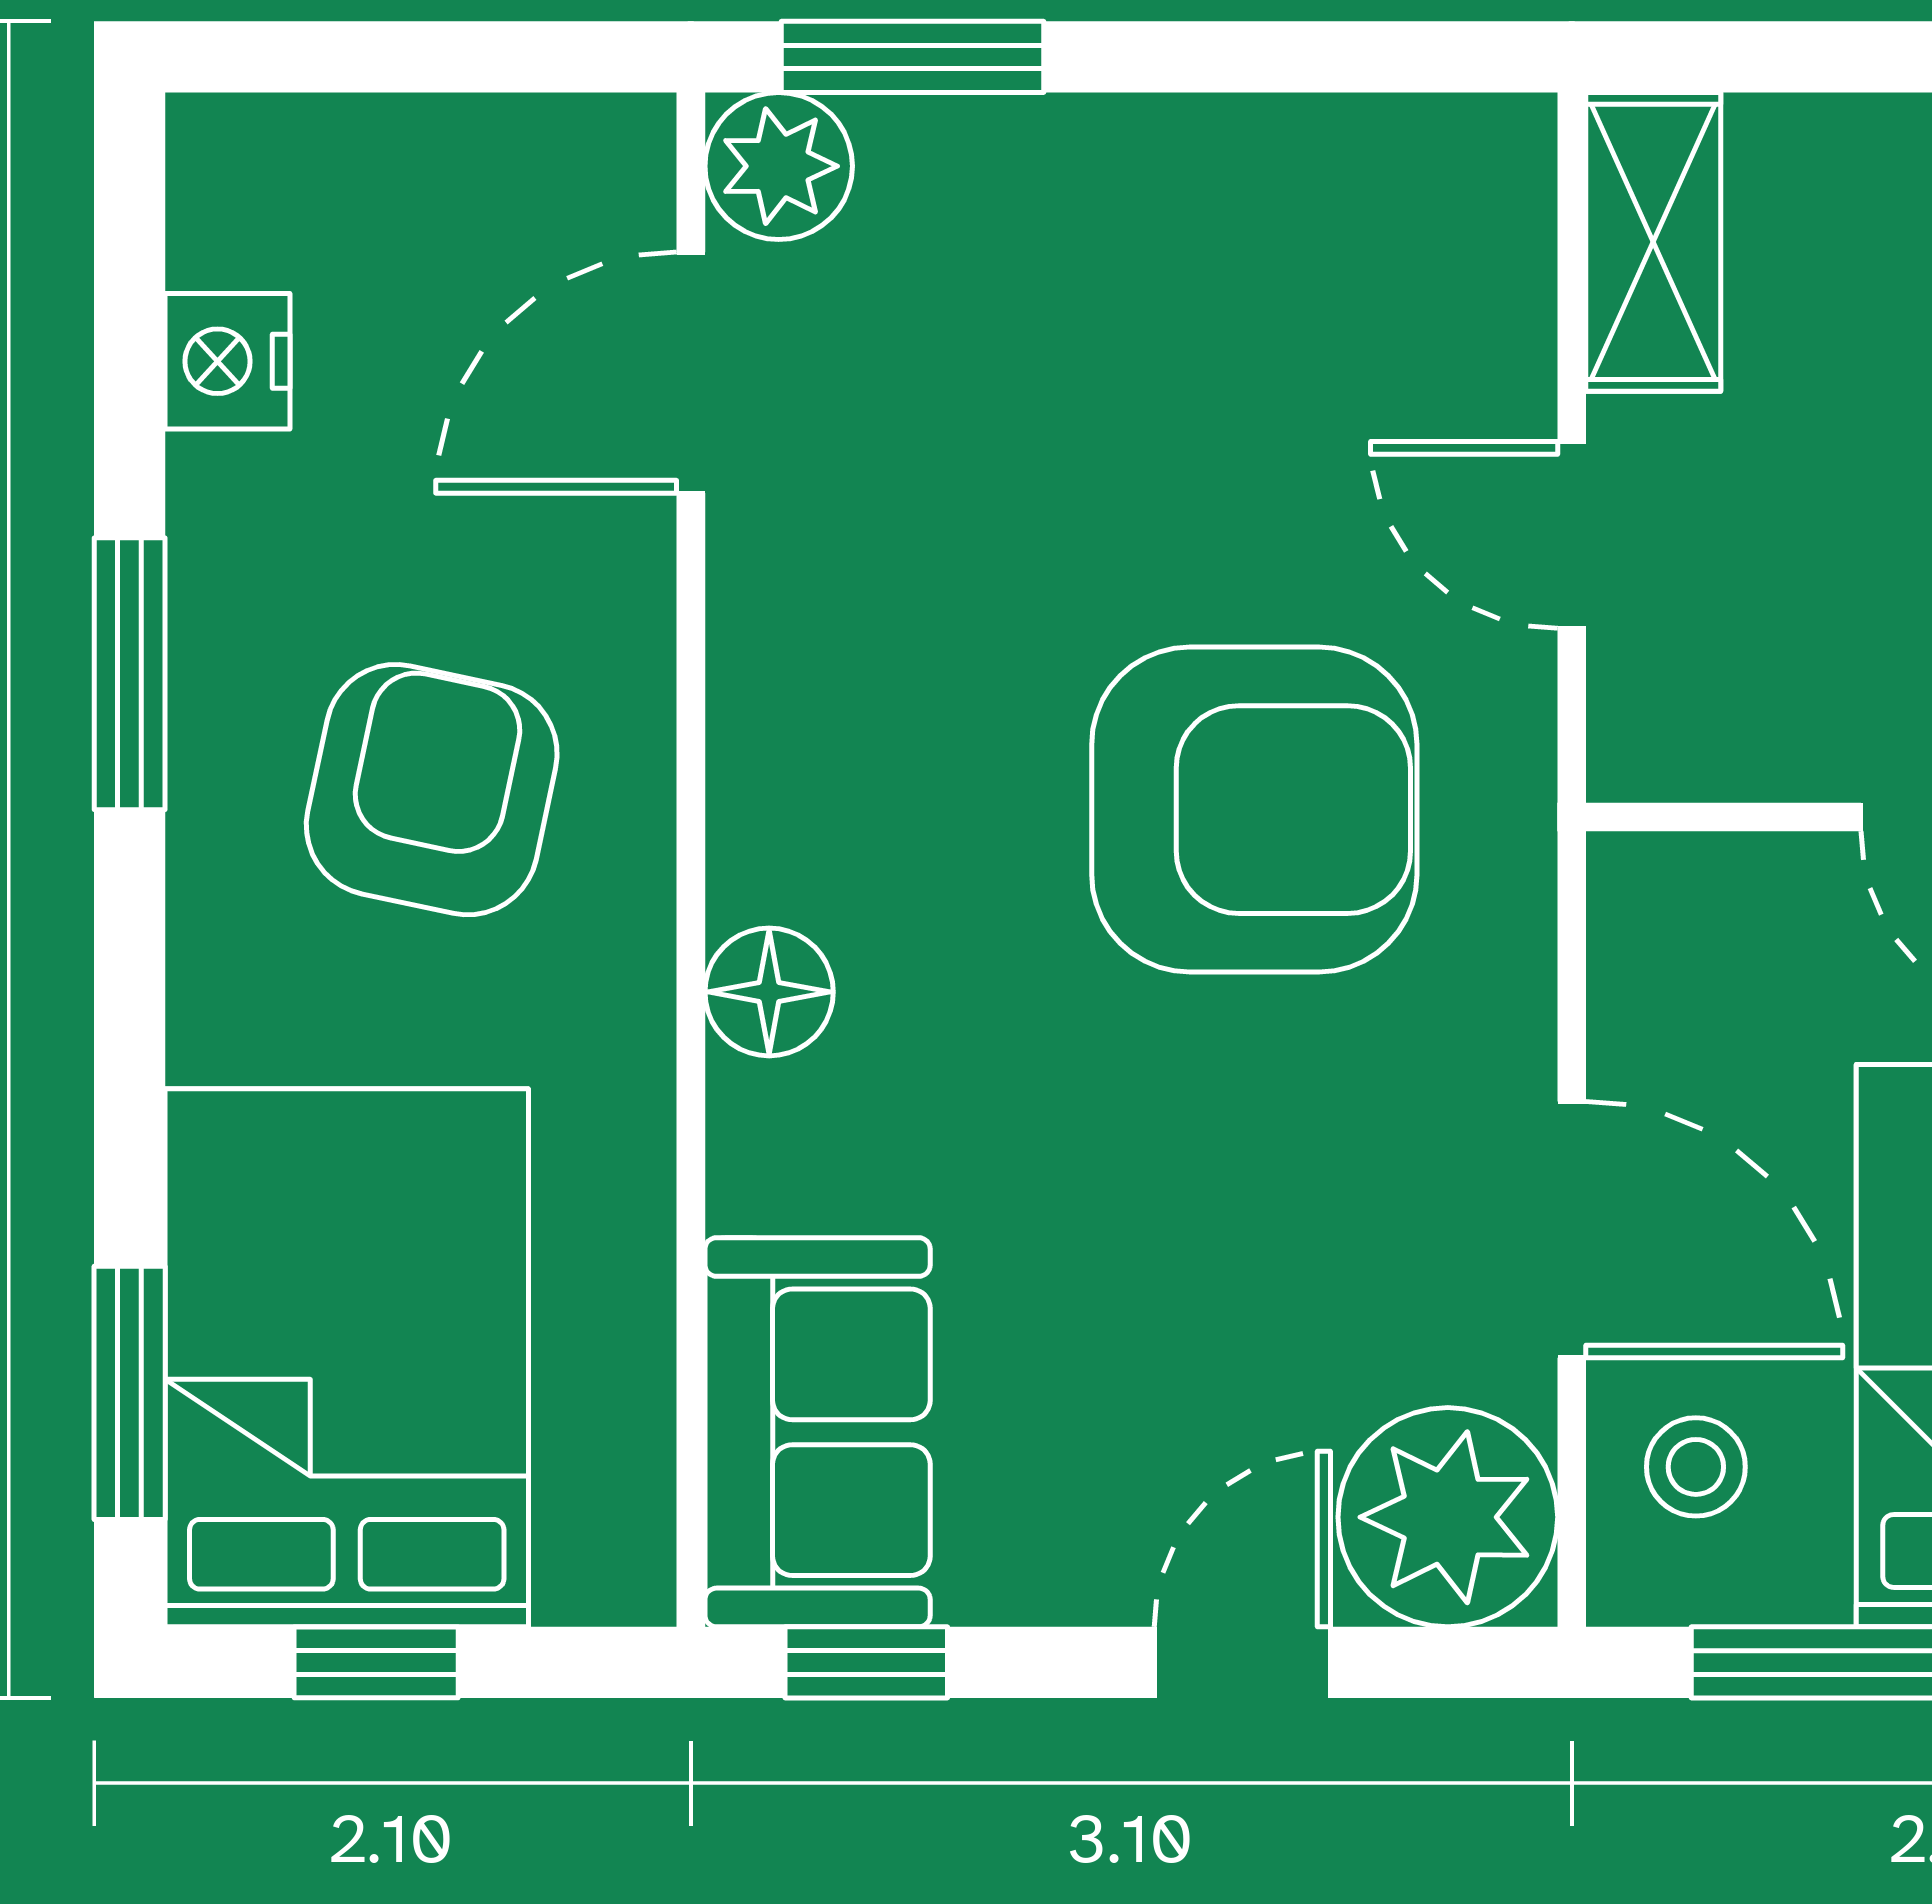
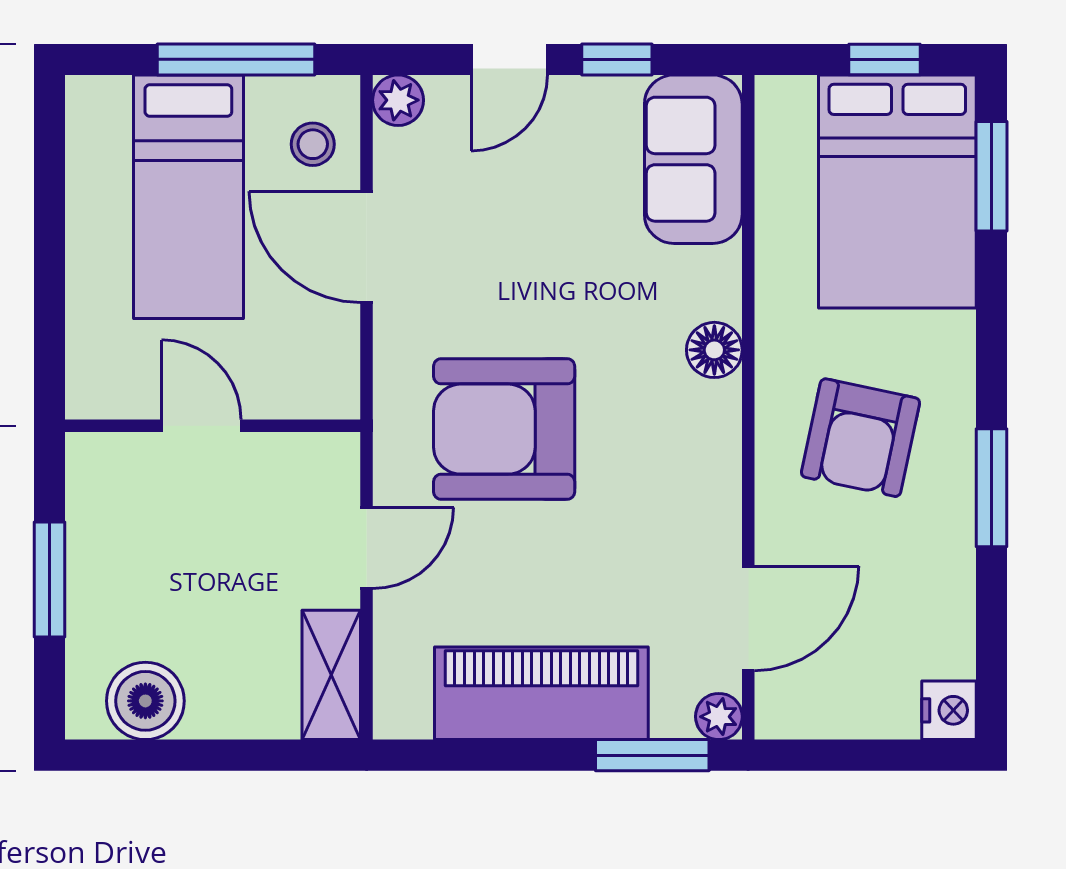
plant: (779, 166) -> (719, 717), width x0.73, depth x0.73
piano: (1168, 199) -> (541, 693), added
nightstand: (227, 361) -> (949, 710), moved
door: (1572, 535) -> (367, 548), hinge flipped
plant: (1448, 1517) -> (398, 100), width x0.53, depth x0.53
window: (866, 1662) -> (617, 59), moved

